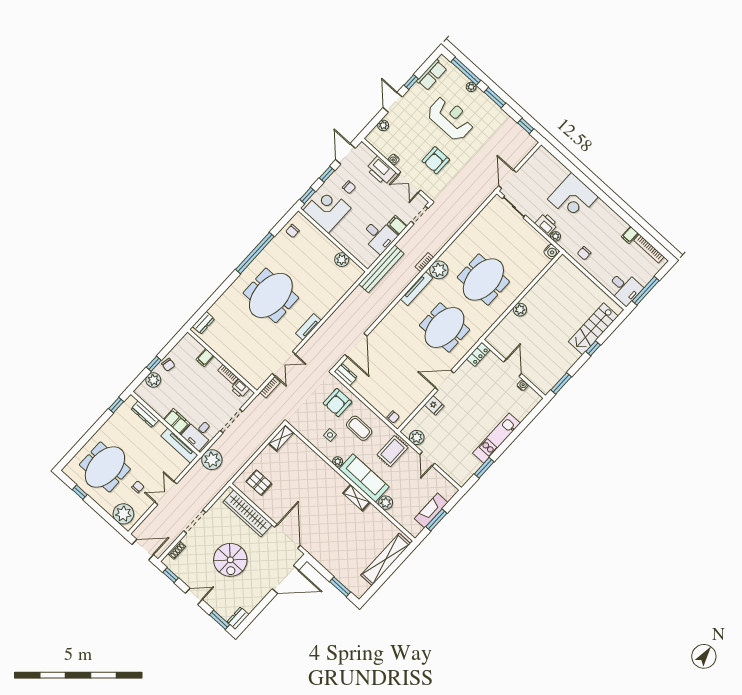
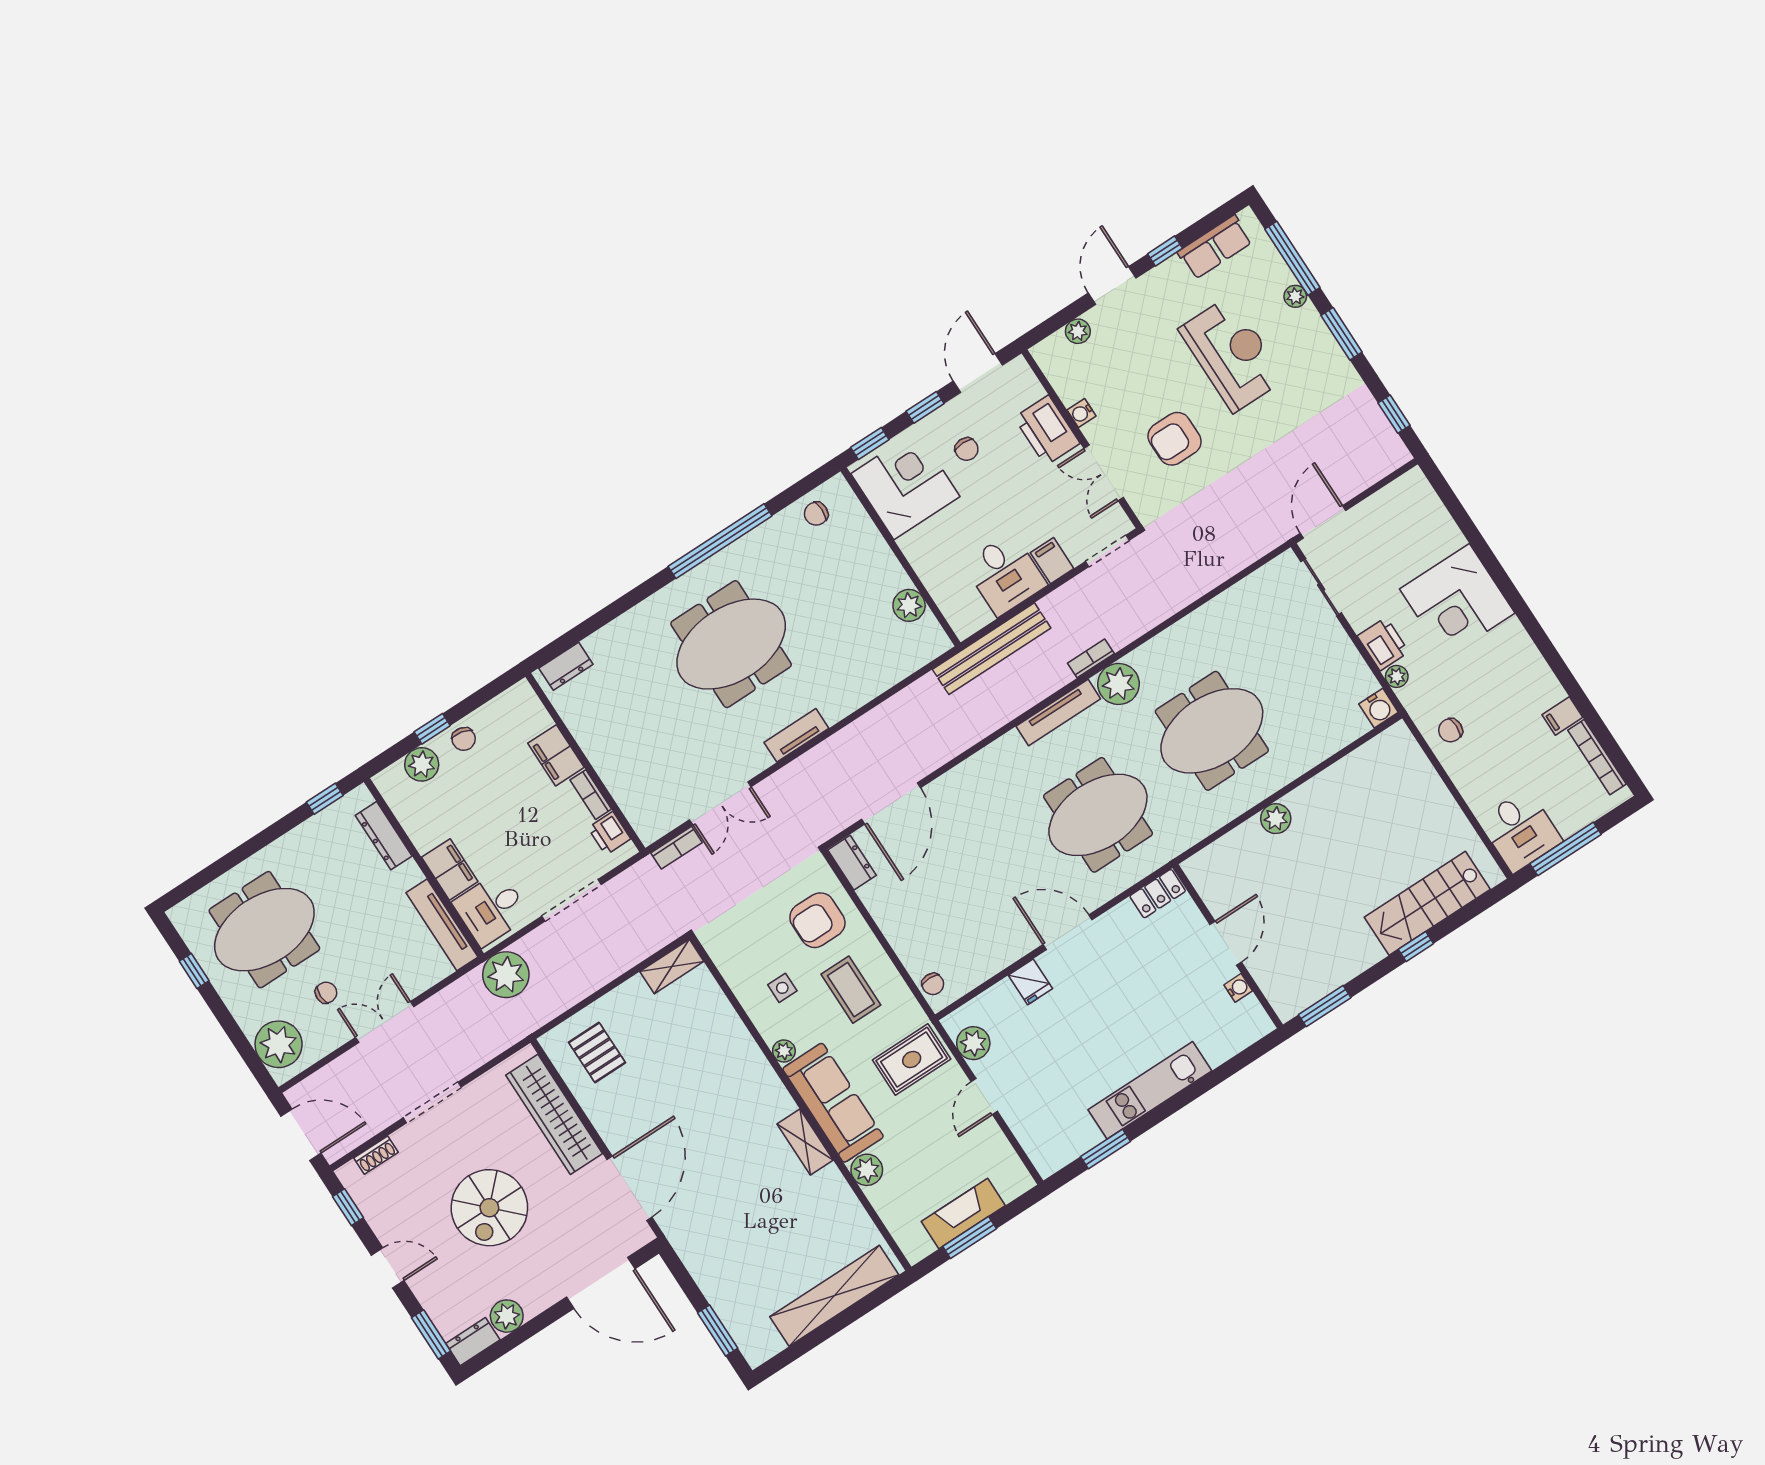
filing cabinet: (205, 358) -> (556, 755), width x2.00
plant: (249, 604) -> (507, 1316), added

